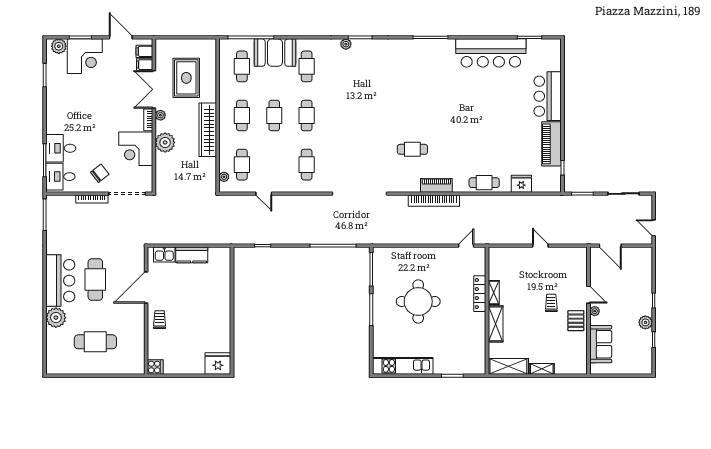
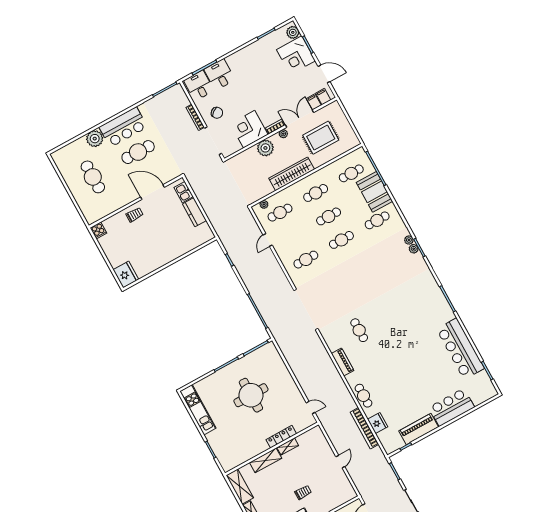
door: (121, 37) -> (324, 74), hinge flipped
plant: (358, 44) -> (414, 249), added
bookcase: (434, 201) -> (364, 428), moved

